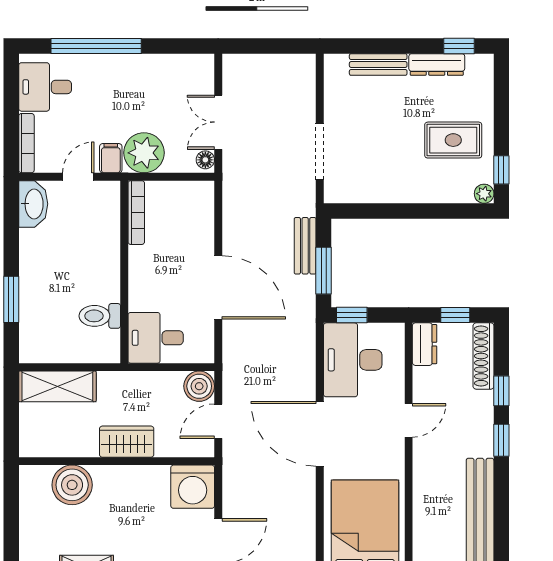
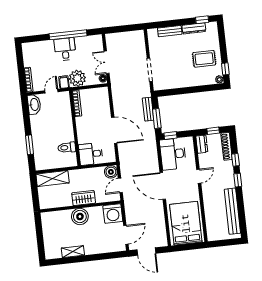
window: (96, 46) -> (68, 35), moved
desk: (45, 87) -> (65, 49), moved, turned 90
boiler: (72, 485) -> (80, 216), moved

